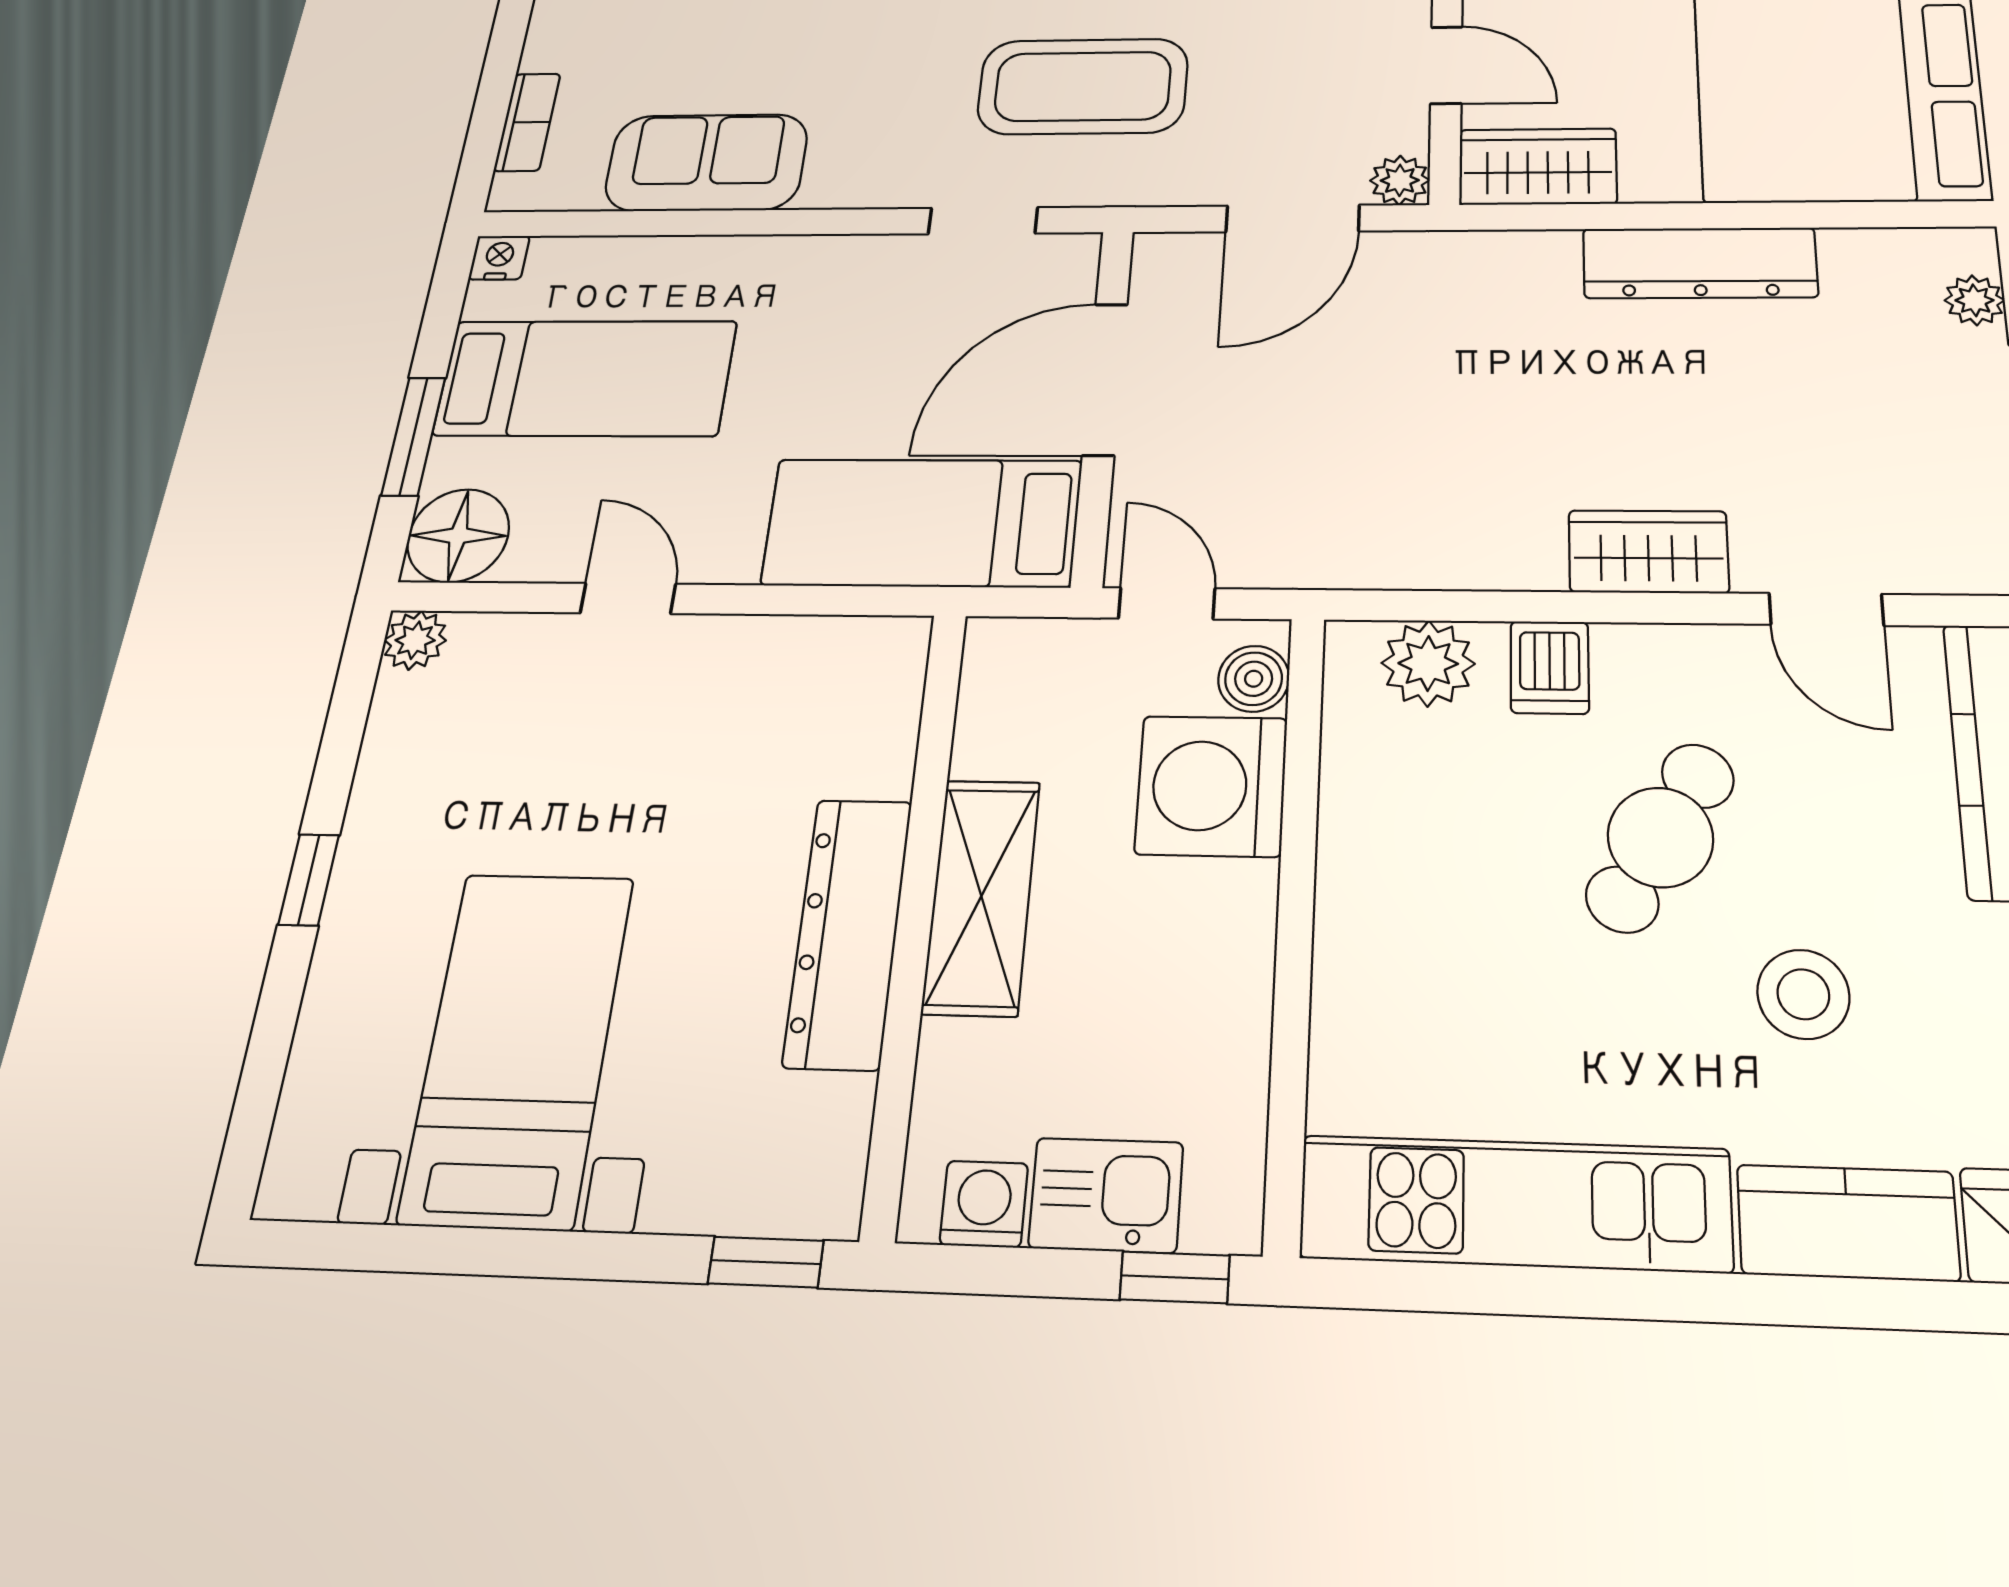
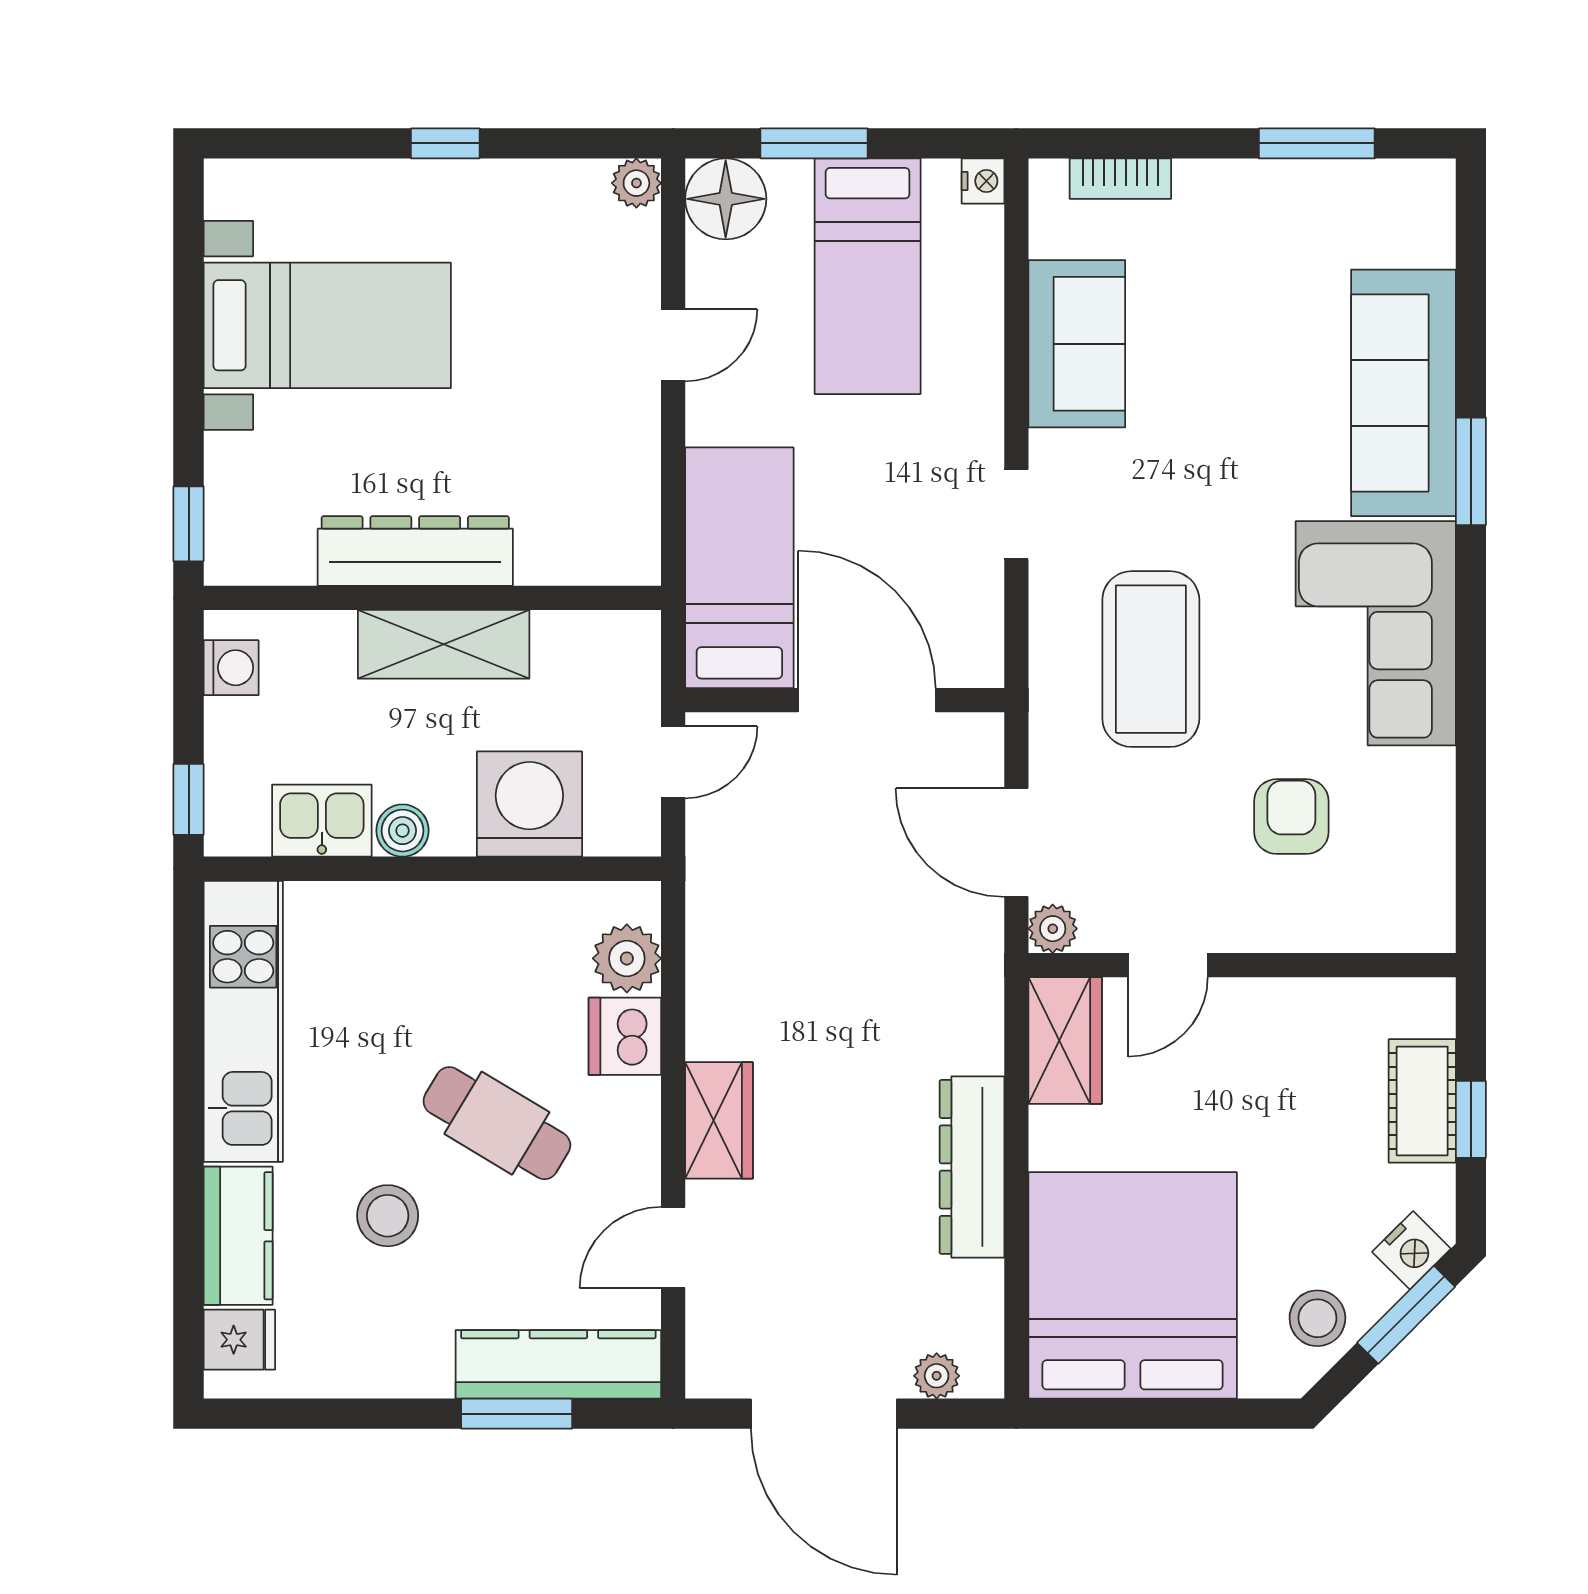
doorway: (983, 221) -> (1016, 514), moved
dishwasher: (1550, 667) -> (625, 1036), width x1.38
boiler: (1254, 679) -> (403, 831), moved
kitchen sink: (1106, 1195) -> (322, 821), moved, turned -90

